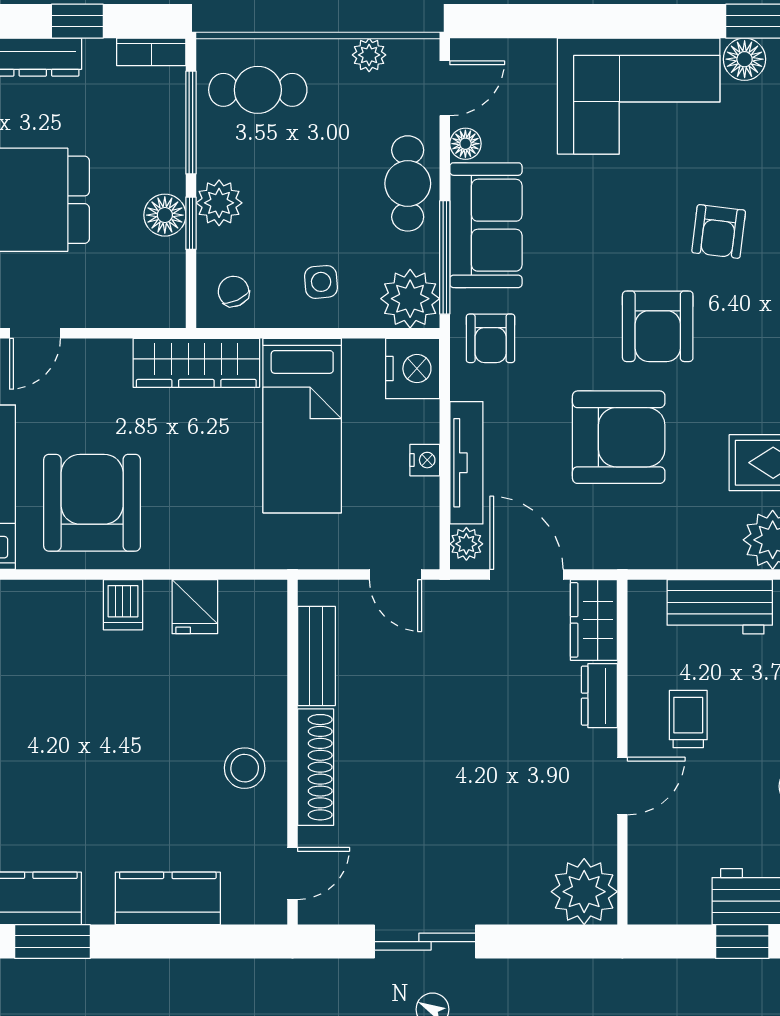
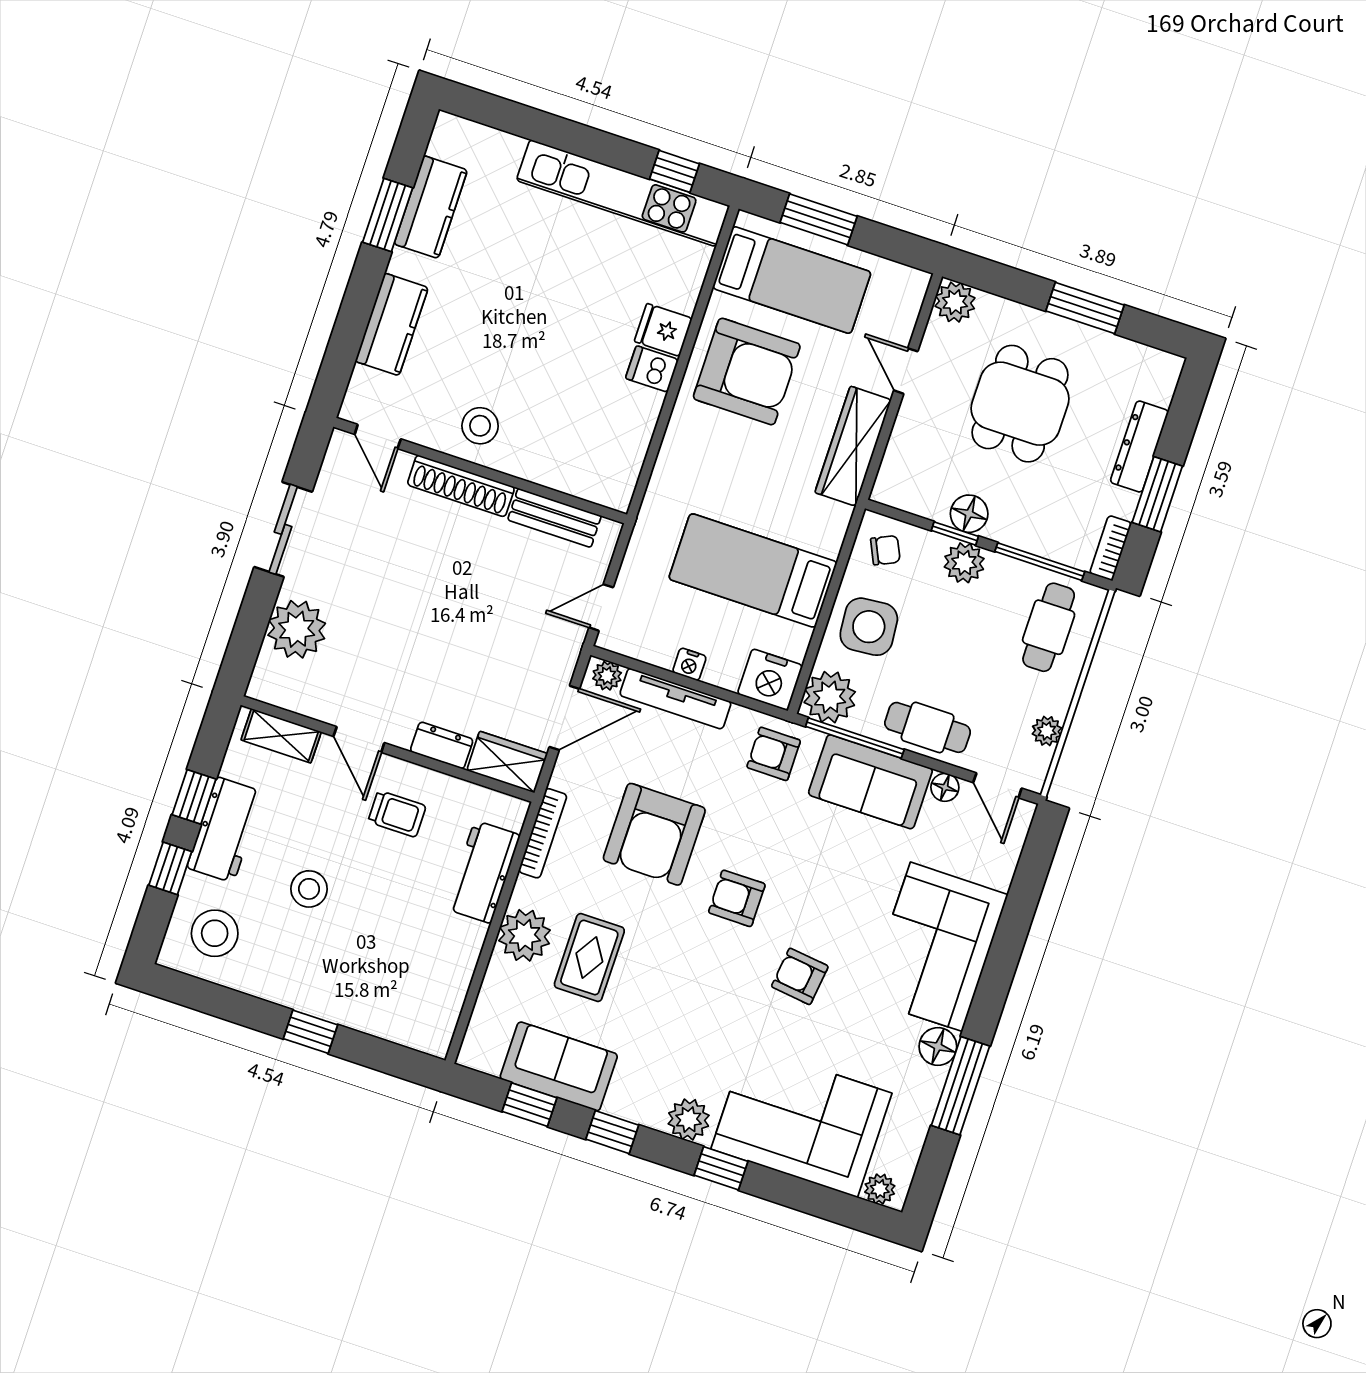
window: (77, 21) -> (1157, 494), width x1.50
side table: (321, 282) -> (869, 627), width x1.87, depth x1.87
armchair: (658, 326) -> (737, 898), width x0.72, depth x0.72
wardrobe: (196, 363) -> (853, 446), moved
bookcase: (657, 557) -> (543, 833), added
fridge: (195, 607) -> (663, 330), moved
shelving: (646, 870) -> (281, 736), added
plant: (584, 892) -> (297, 629), moved

